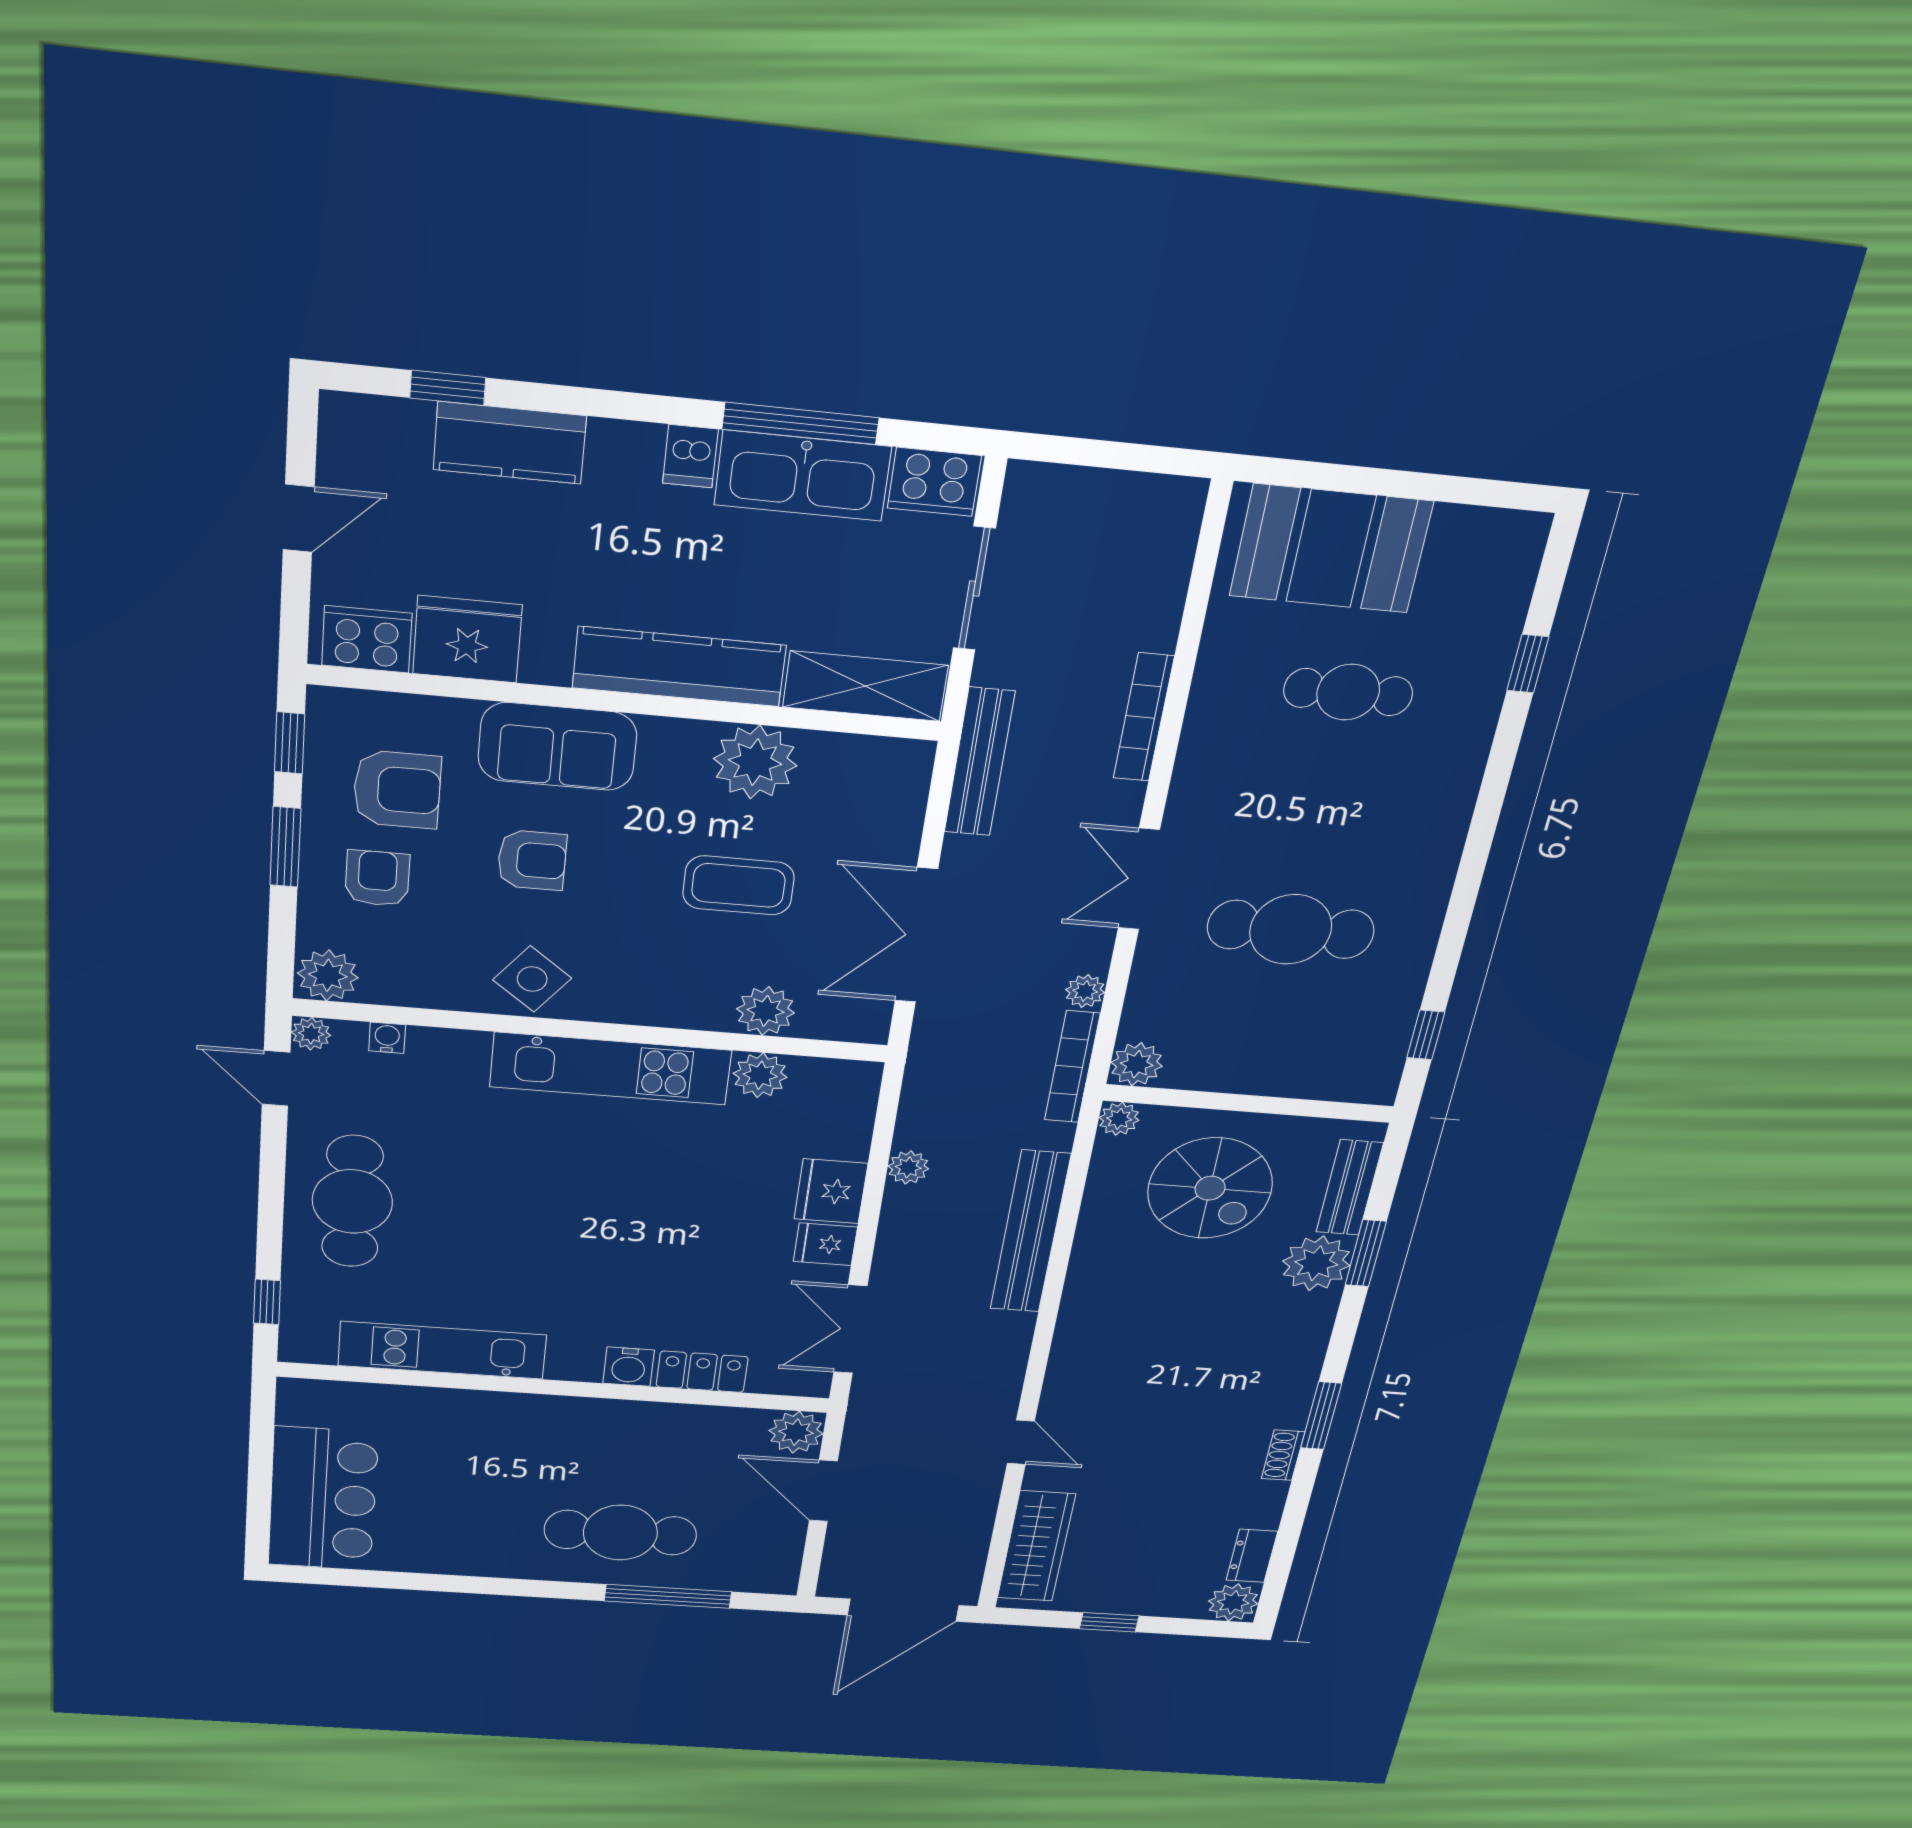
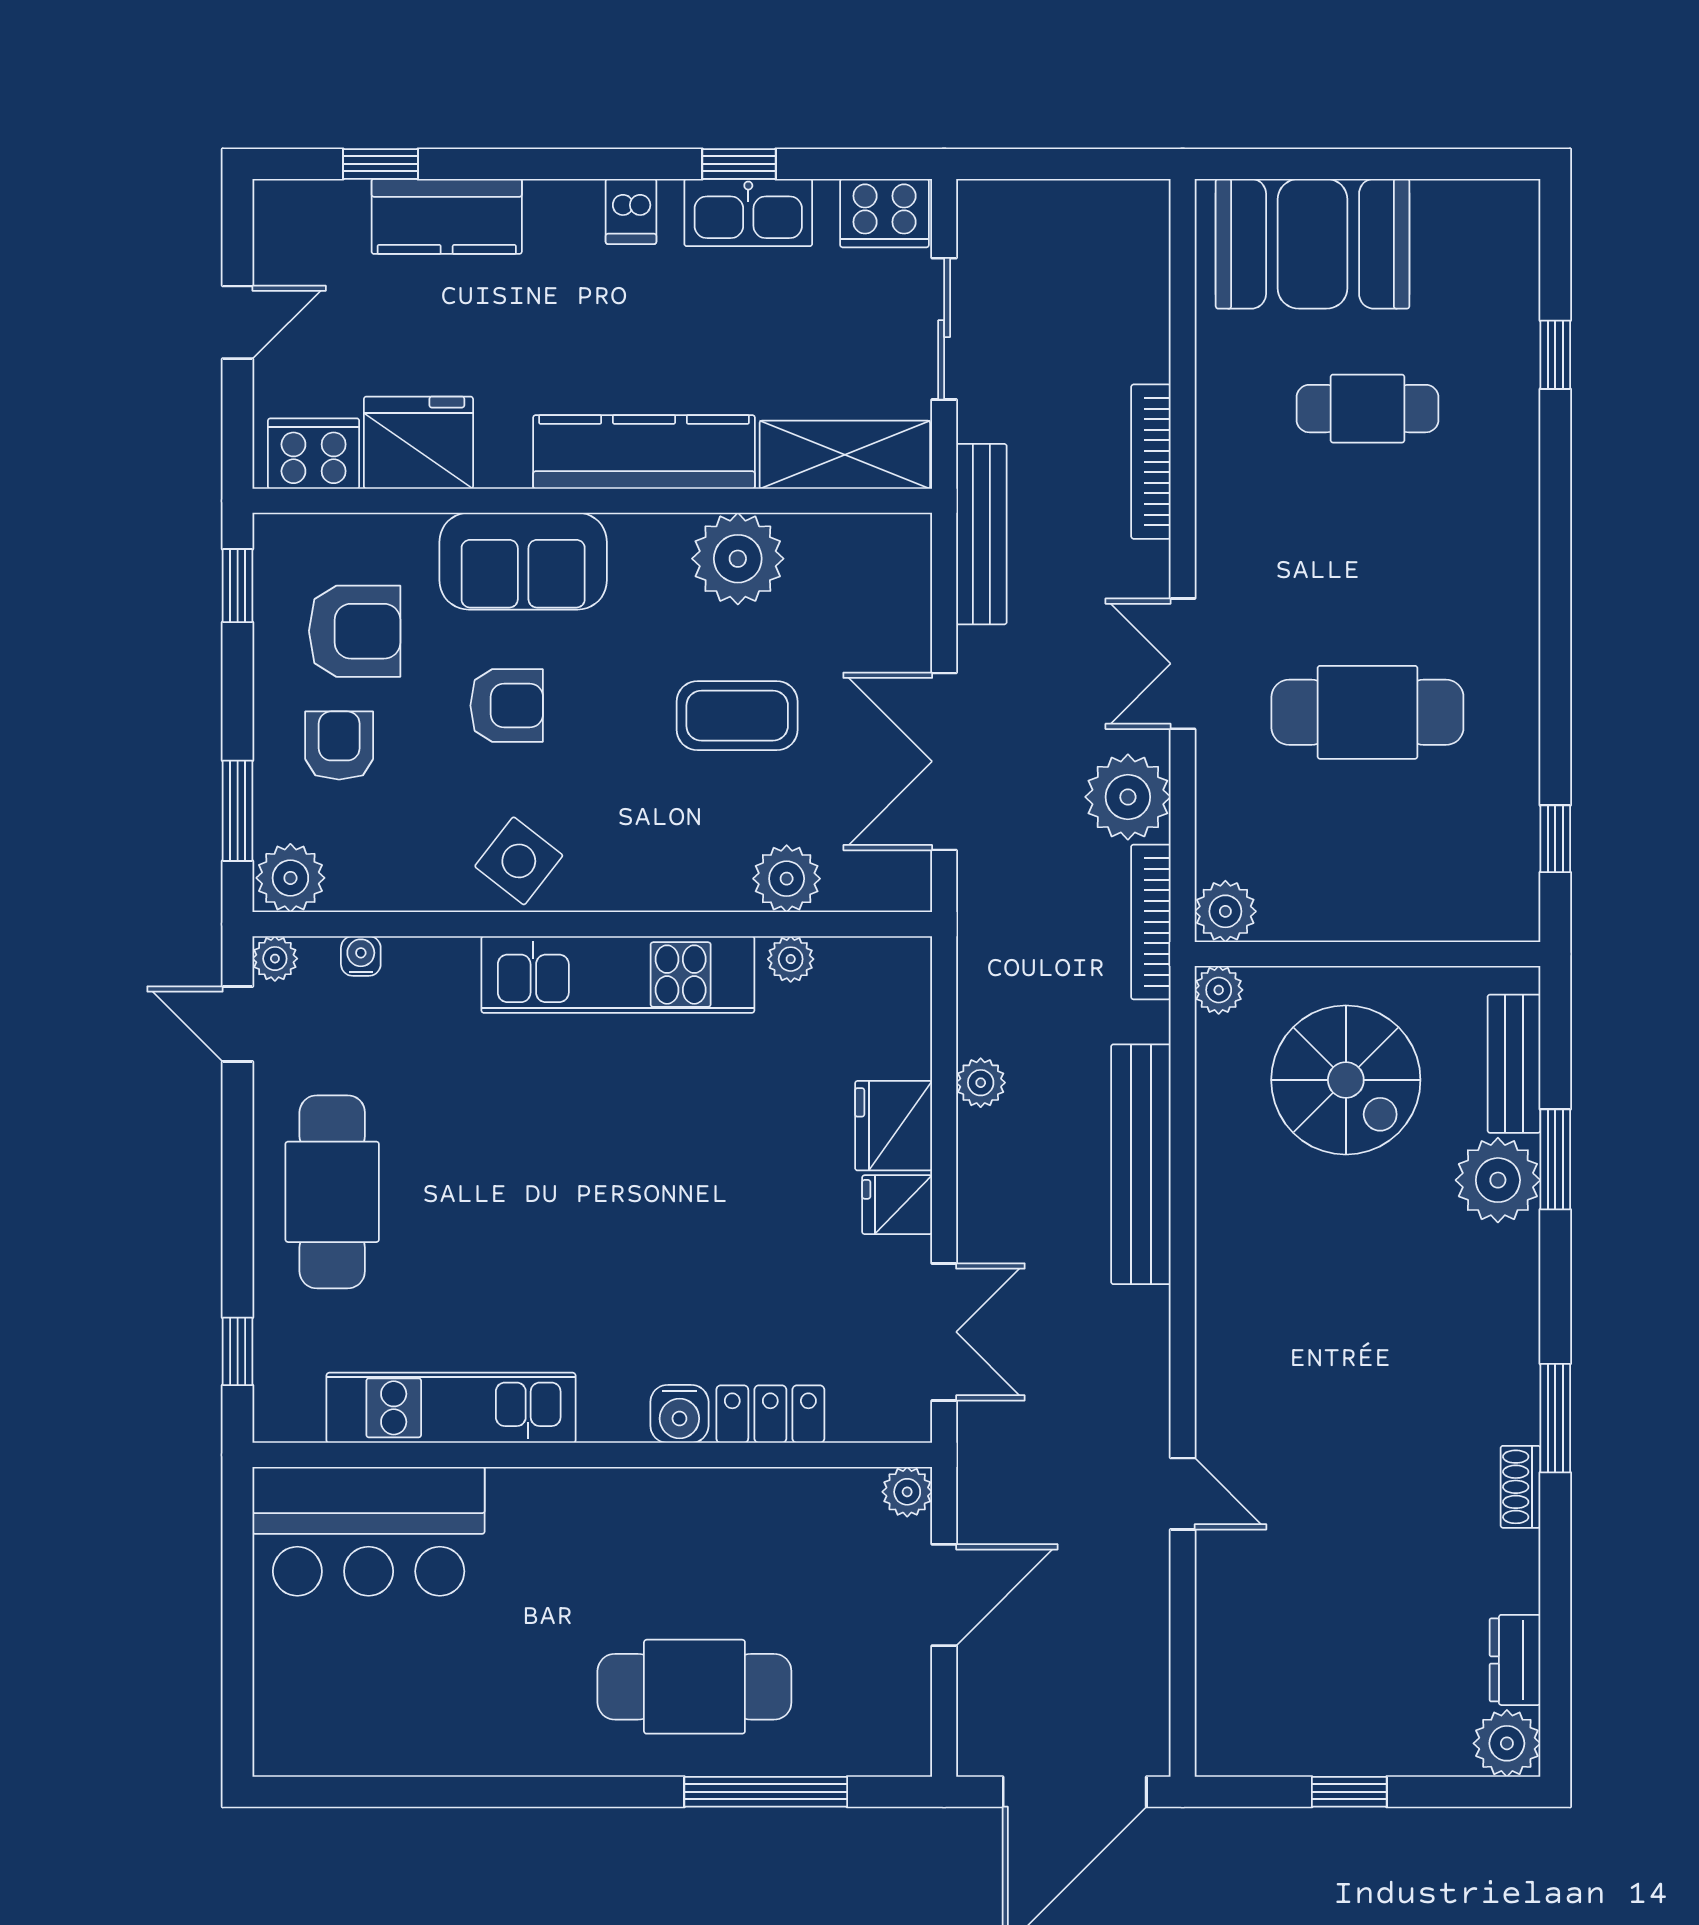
window: (801, 423) -> (739, 164), width x0.46
kitchen sink: (803, 476) -> (748, 213), width x0.73, depth x0.81
window: (285, 847) -> (238, 811), moved
plant: (1085, 991) -> (1128, 797), width x1.88, depth x1.88
plant: (760, 1075) -> (791, 959), width x0.73, depth x0.73
double door: (850, 1329) -> (944, 1332), swing flipped
plant: (796, 1432) -> (907, 1492), width x0.73, depth x0.73
door: (823, 1491) -> (944, 1595), swing flipped
bar counter: (323, 1499) -> (369, 1531), moved, turned 90
wardrobe: (1036, 1546) -> (1231, 1666), removed

